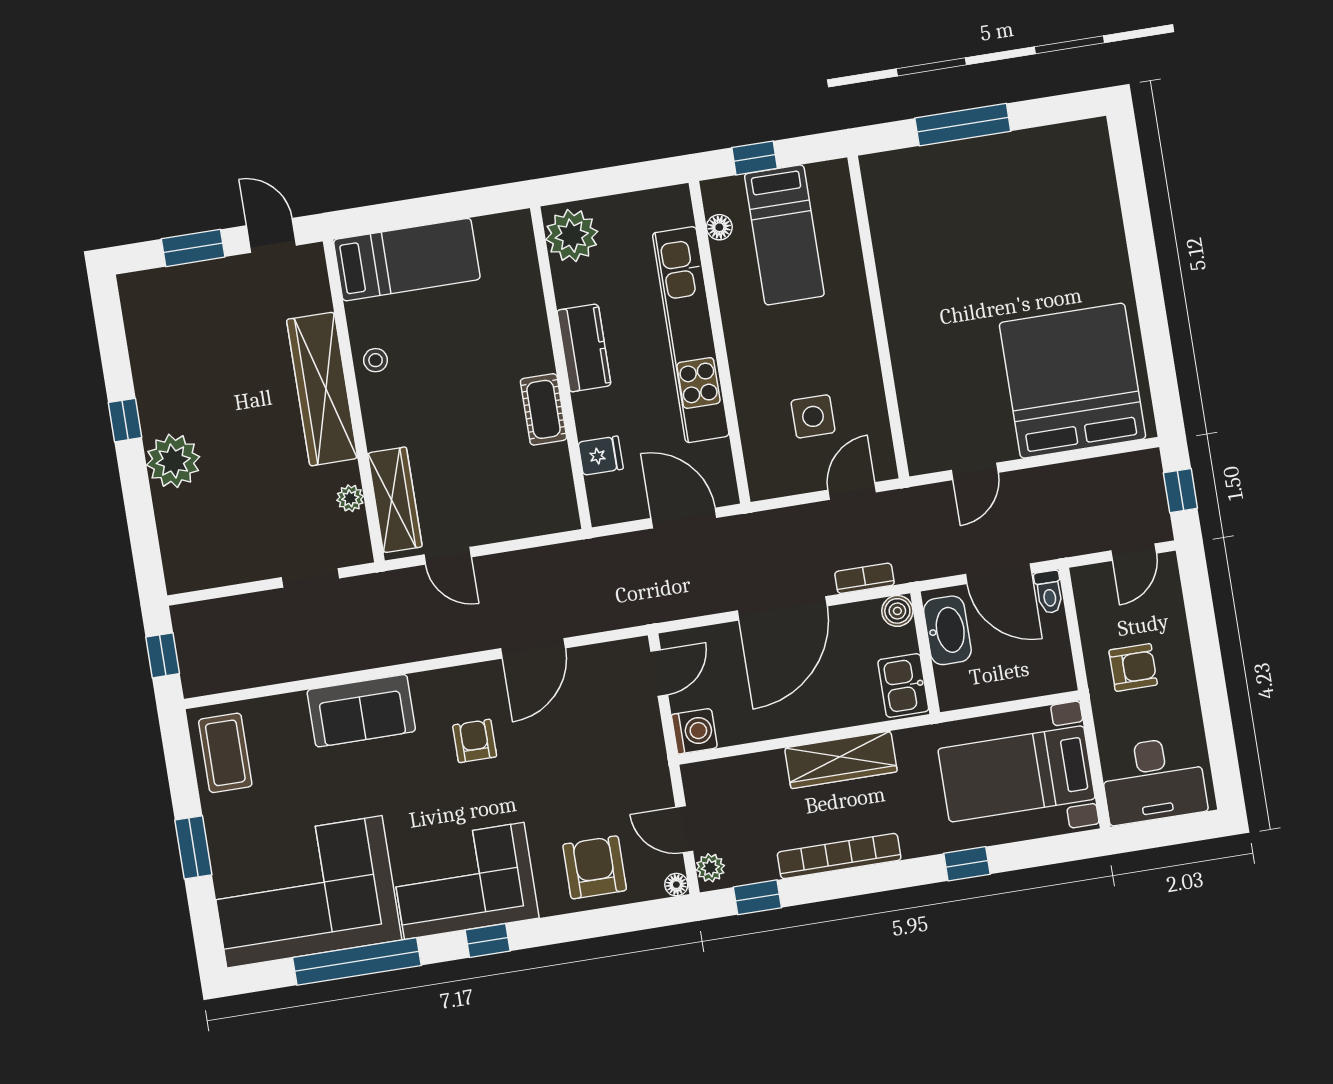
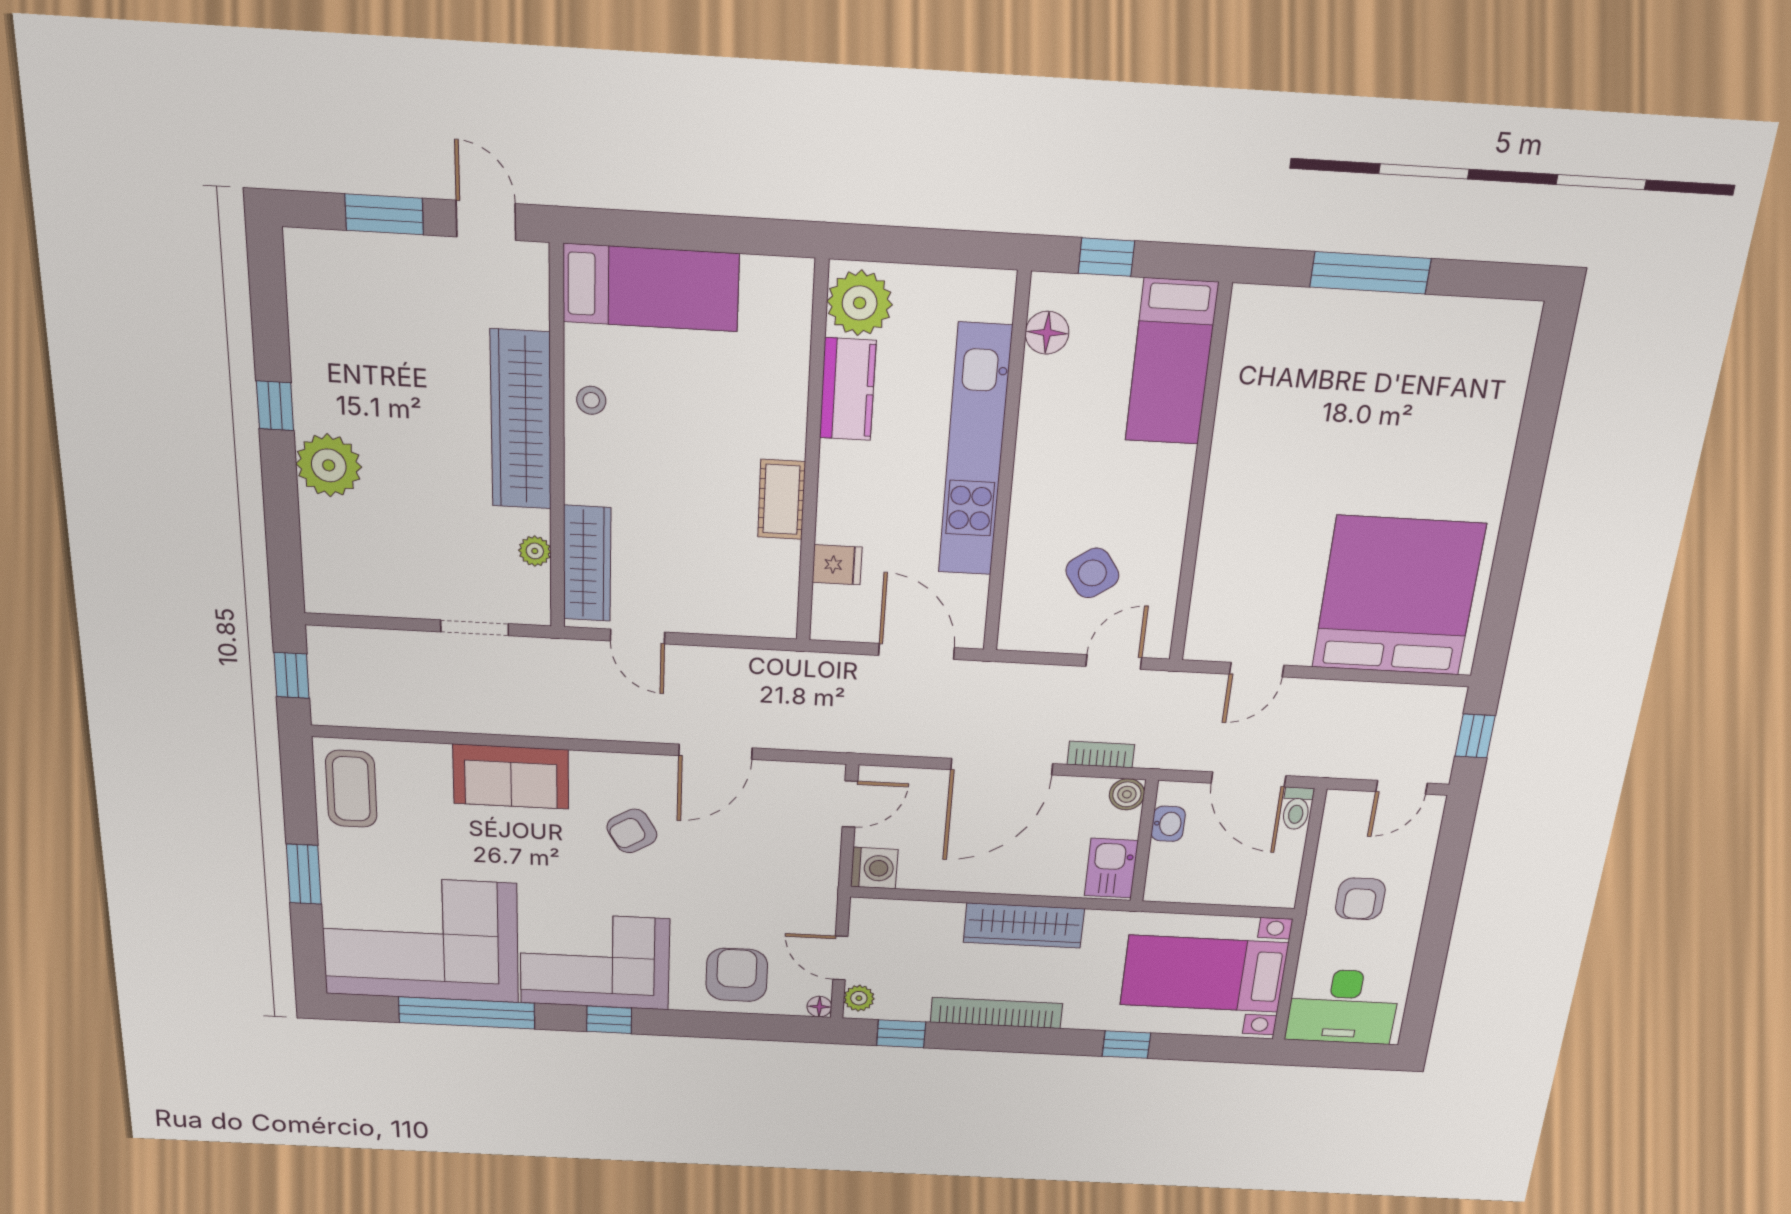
floor lamp: (719, 227) -> (1047, 333), width x1.37, depth x1.37
bed: (784, 235) -> (1171, 362), moved
kitchen counter: (584, 348) -> (848, 389), moved
side table: (813, 416) -> (1092, 573), turned -35
washbasin: (947, 630) -> (1168, 824), width x0.52, depth x0.69
armchair: (1133, 667) -> (1360, 899), turned 90
armchair: (475, 741) -> (632, 831), turned -121

